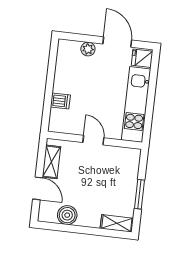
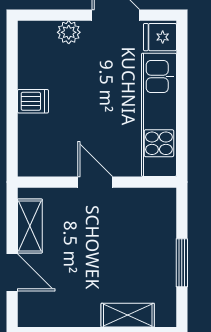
dishwasher: (60, 101) -> (33, 101), moved
boiler: (67, 215) -> (66, 311), removed
shelving: (117, 223) -> (128, 315), moved

